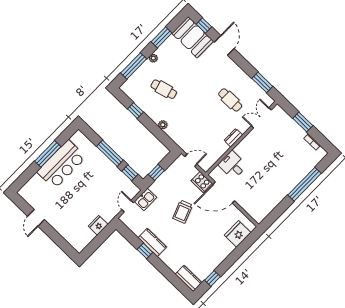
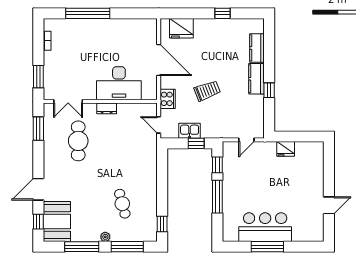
window: (162, 37) -> (82, 247), width x1.44
cafe table: (230, 100) -> (78, 141), width x1.37, depth x1.35
window: (135, 111) -> (162, 224), moved
window: (303, 122) -> (38, 77), moved
plant: (163, 125) -> (152, 176), removed
desk: (233, 165) -> (119, 83), width x1.87, depth x1.30
door: (224, 192) -> (159, 60), moved
kitchen sink: (145, 199) -> (190, 131), moved
kitchen counter: (152, 242) -> (257, 79), moved
window: (212, 278) -> (222, 13), moved
kitchen counter: (189, 279) -> (257, 48), moved

